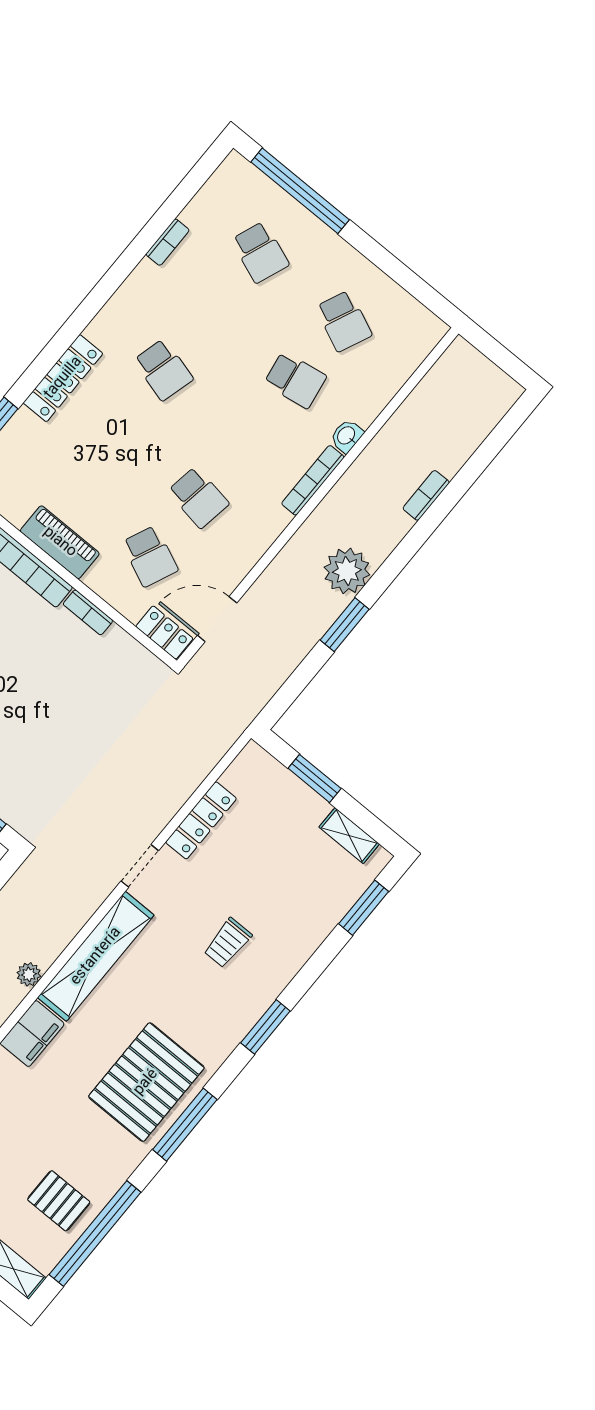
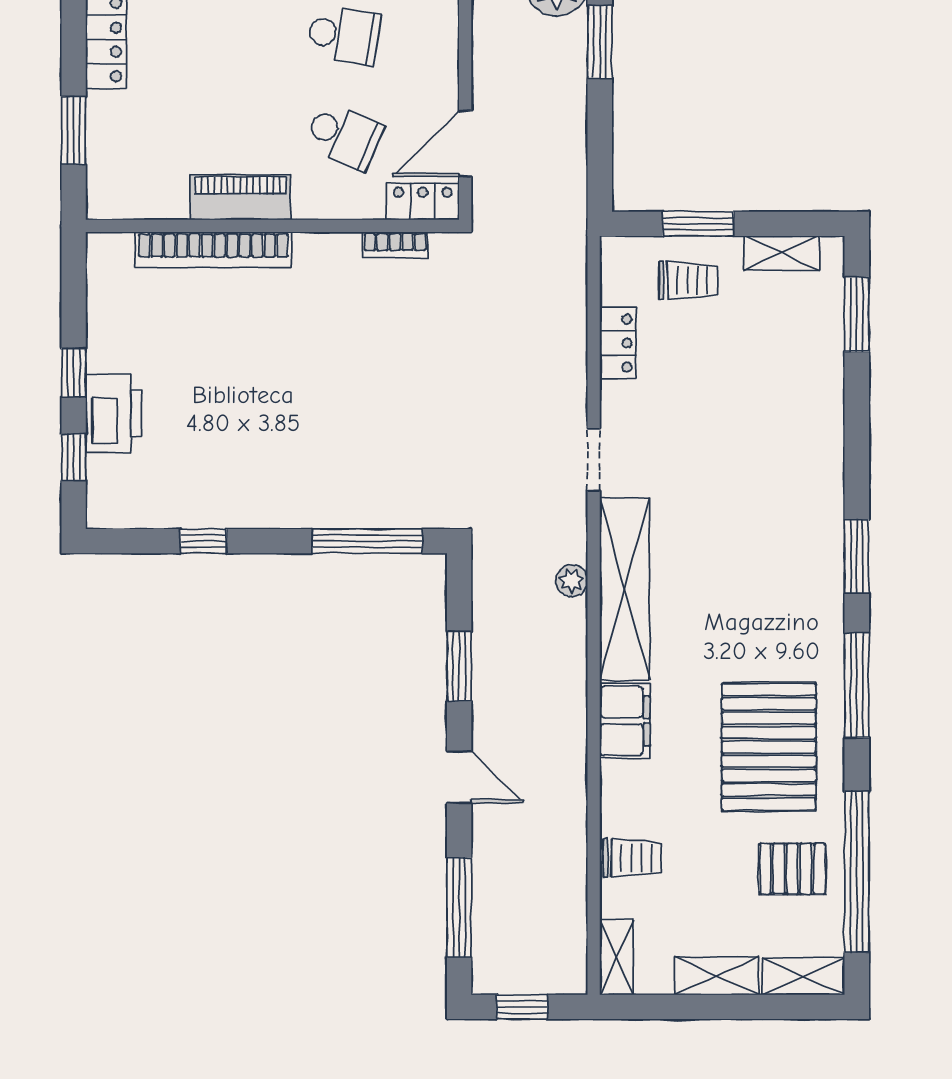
bookcase: (88, 612) -> (395, 245), moved
locker: (201, 820) -> (618, 343), width x0.66
trolley: (228, 943) -> (688, 280), moved, turned -90
plant: (29, 974) -> (572, 581), moved
window: (265, 1027) -> (857, 556), moved
pallet: (146, 1082) -> (769, 747), moved

